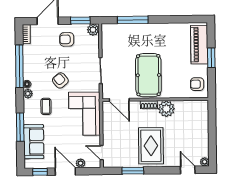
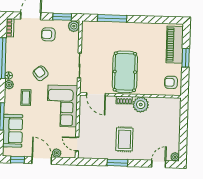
rug: (151, 146) -> (124, 139), width x0.73, depth x0.70
door: (188, 170) -> (159, 164), hinge flipped
window: (133, 171) -> (117, 163), moved

